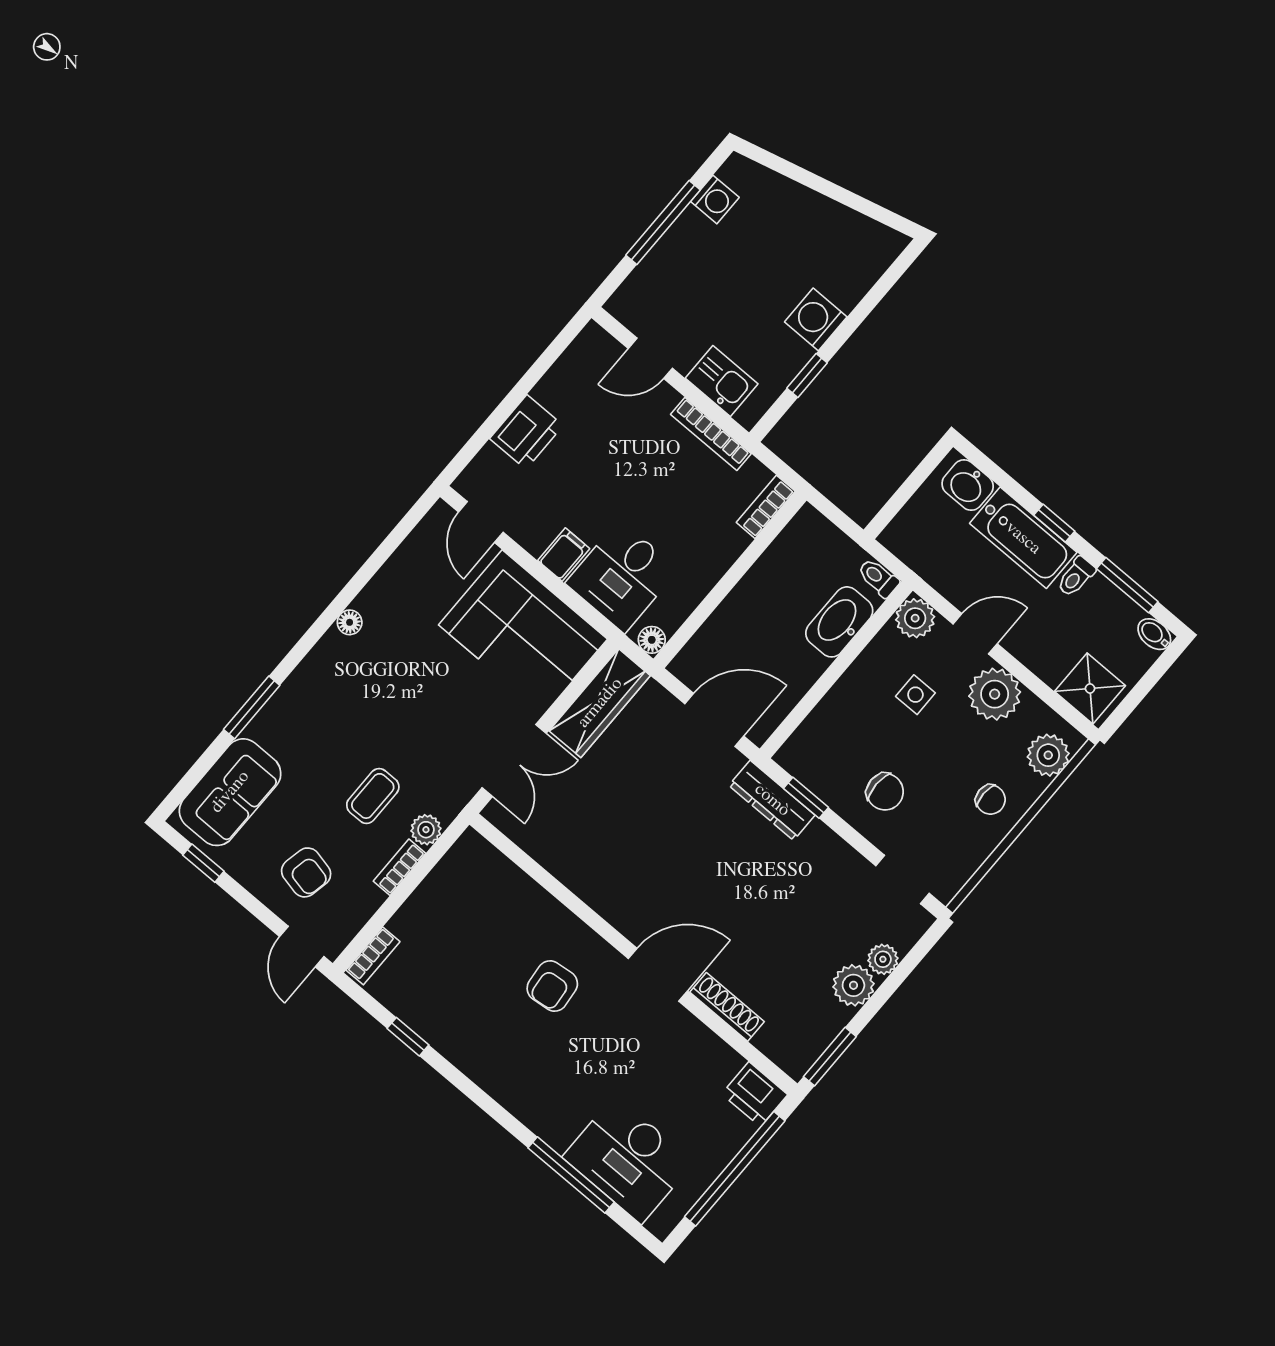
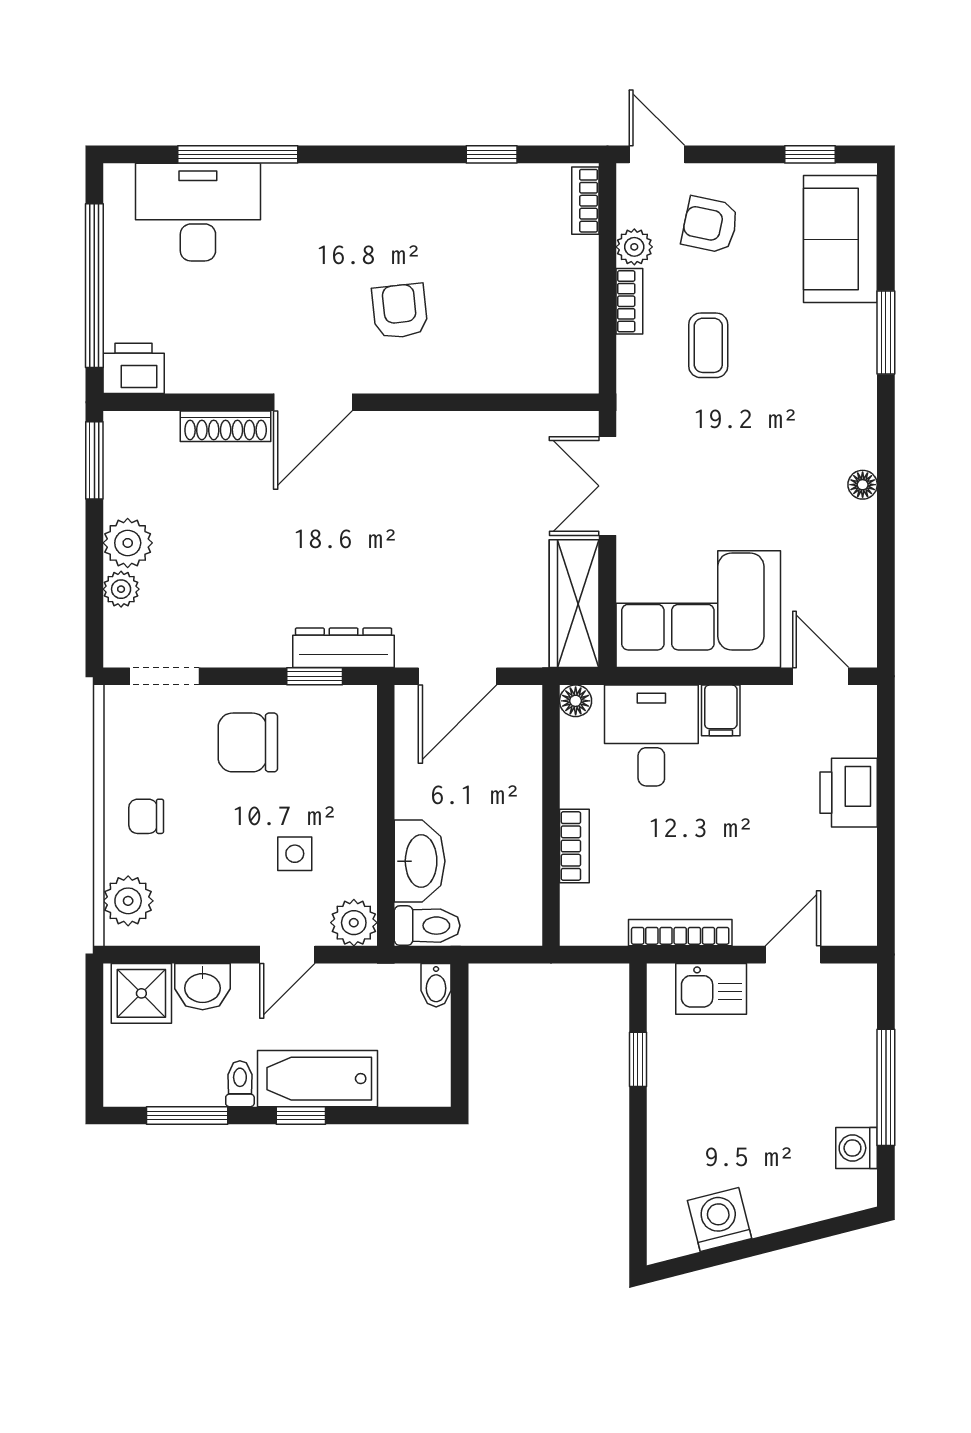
washing machine: (816, 319) -> (720, 1219), moved, turned -104
washbasin: (968, 485) -> (203, 987), moved, turned 180
bookcase: (766, 507) -> (574, 846), moved
toilet: (878, 578) -> (427, 926), width x1.37, depth x1.39
bidet: (1154, 634) -> (436, 985), moved, turned 90
plant: (995, 694) -> (223, 915), removed
chair: (885, 792) -> (248, 742), width x1.37, depth x1.37
plant: (426, 830) -> (634, 247), moved

